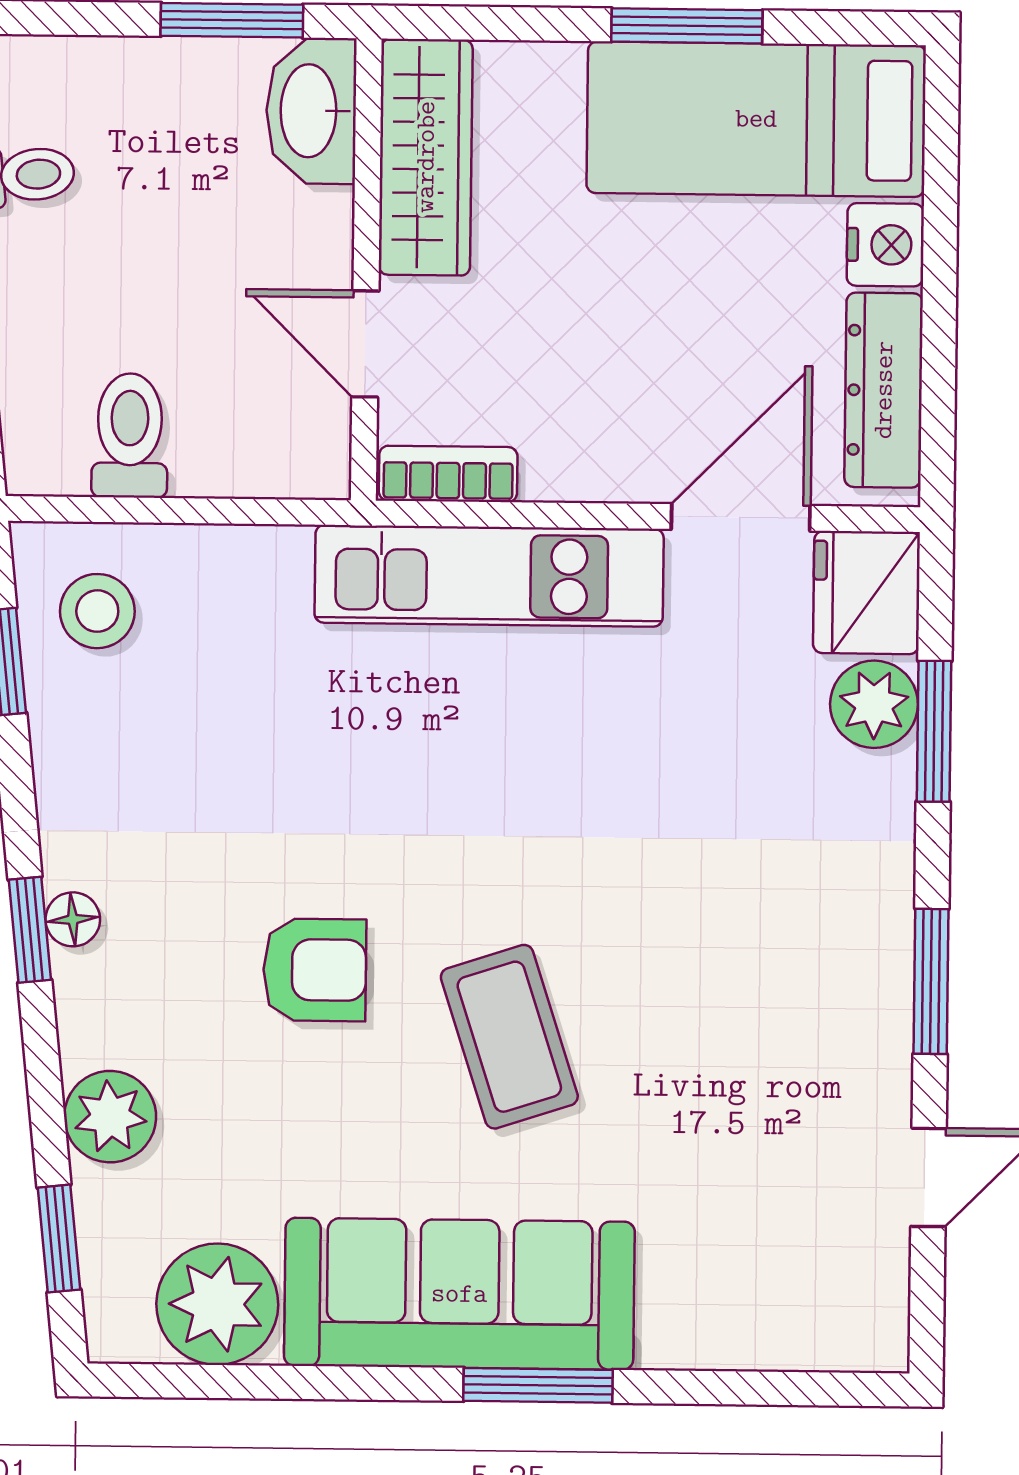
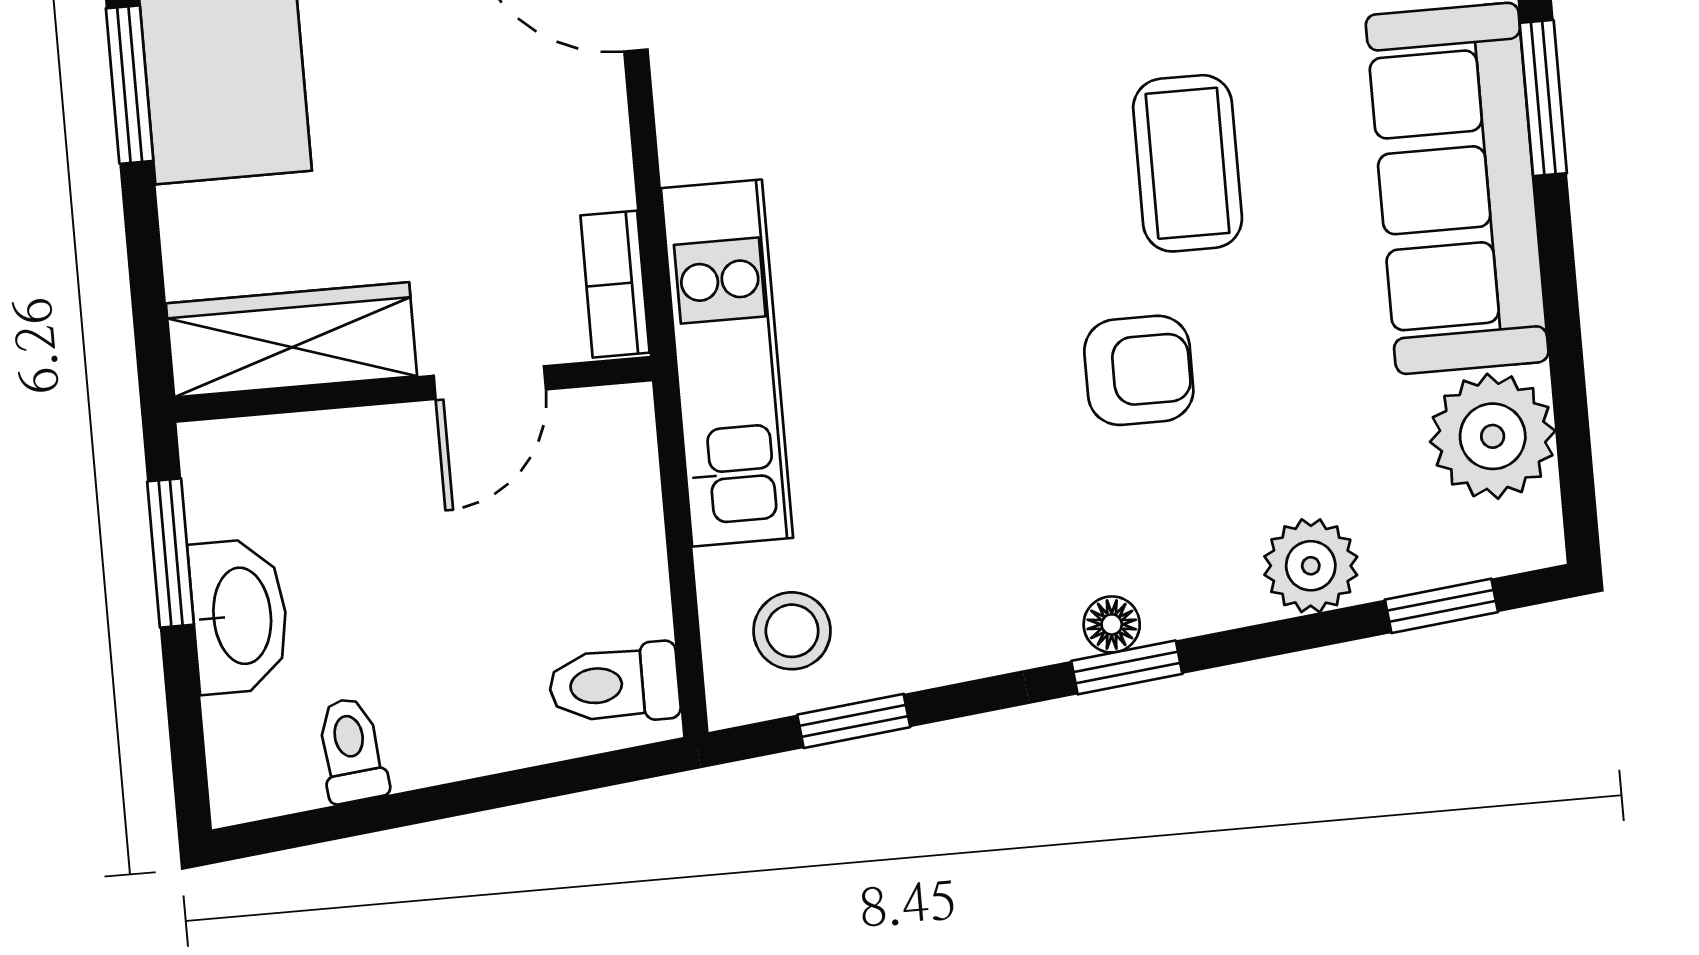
washbasin: (311, 111) -> (239, 616), moved, turned -90
toilet: (130, 435) -> (614, 684), moved
kitchen unit: (489, 576) -> (727, 363), moved
armchair: (315, 970) -> (1139, 370), turned 90
coffee table: (509, 1037) -> (1188, 163), turned -72

